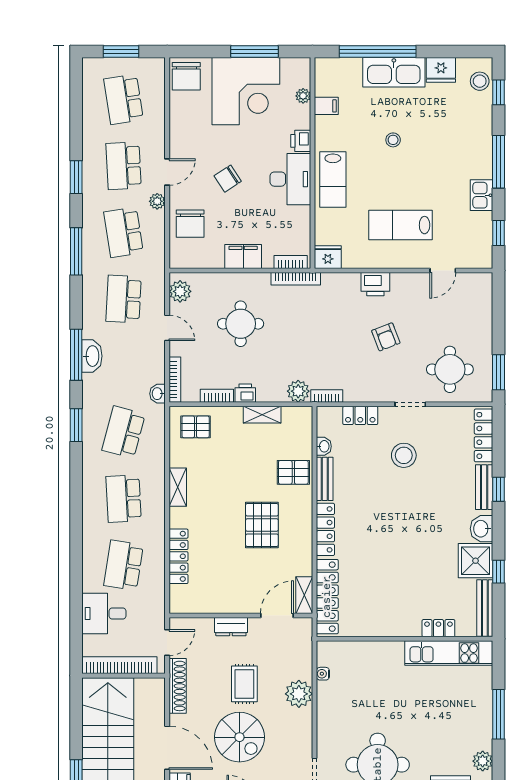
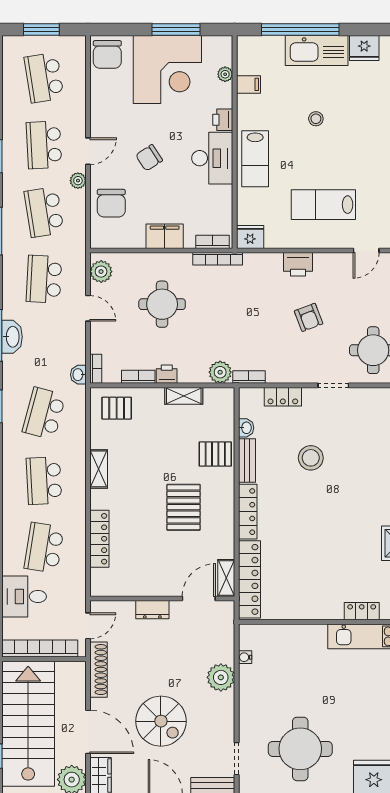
bookcase: (175, 380) -> (96, 369), width x0.64
stool: (404, 455) -> (311, 458), moved
rug: (244, 684) -> (166, 667), removed

